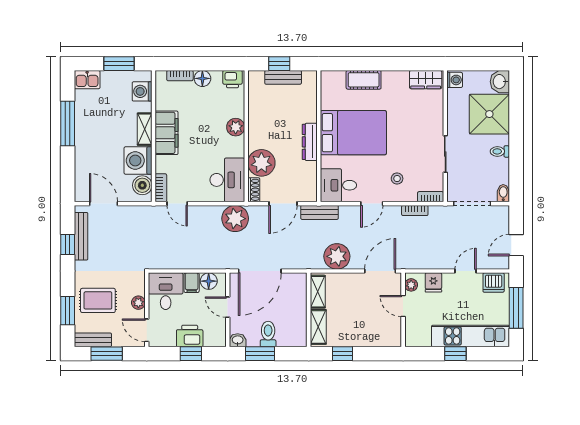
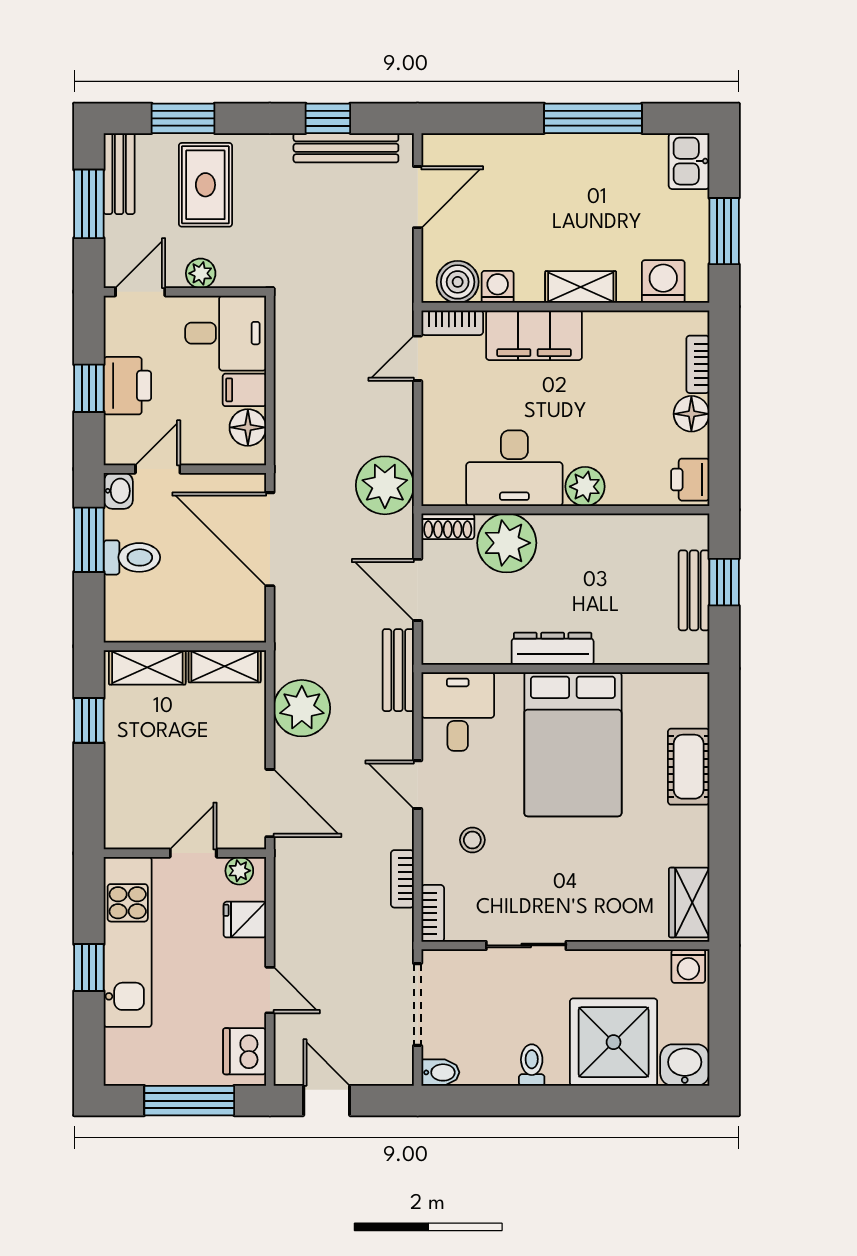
filing cabinet: (167, 133) -> (534, 335), moved
washing machine: (138, 161) -> (498, 287), width x0.53, depth x0.53
desk: (227, 180) -> (514, 468), moved
door: (228, 307) -> (158, 469), moved
kitchen unit: (470, 336) -> (128, 942), moved

